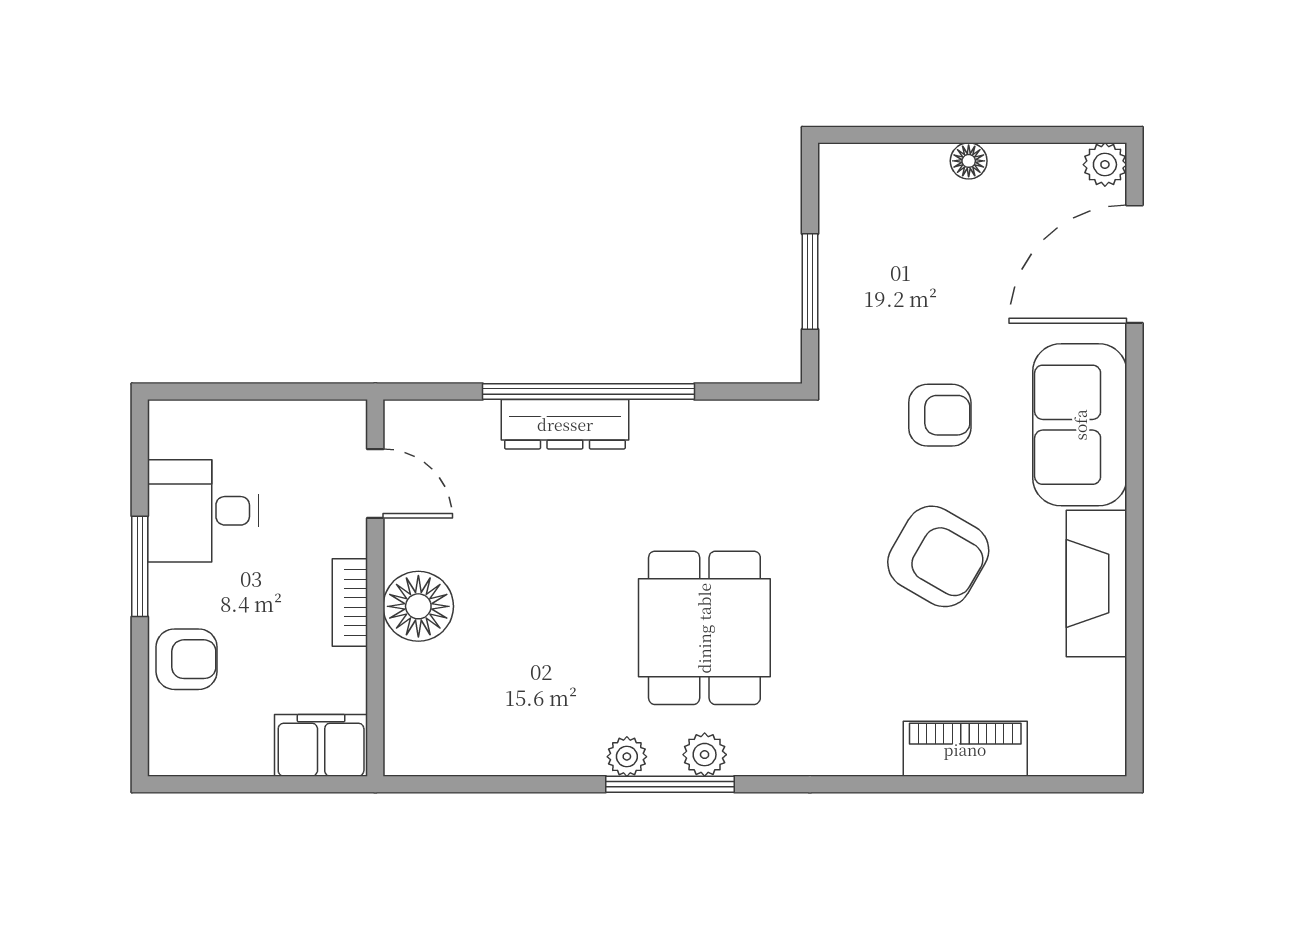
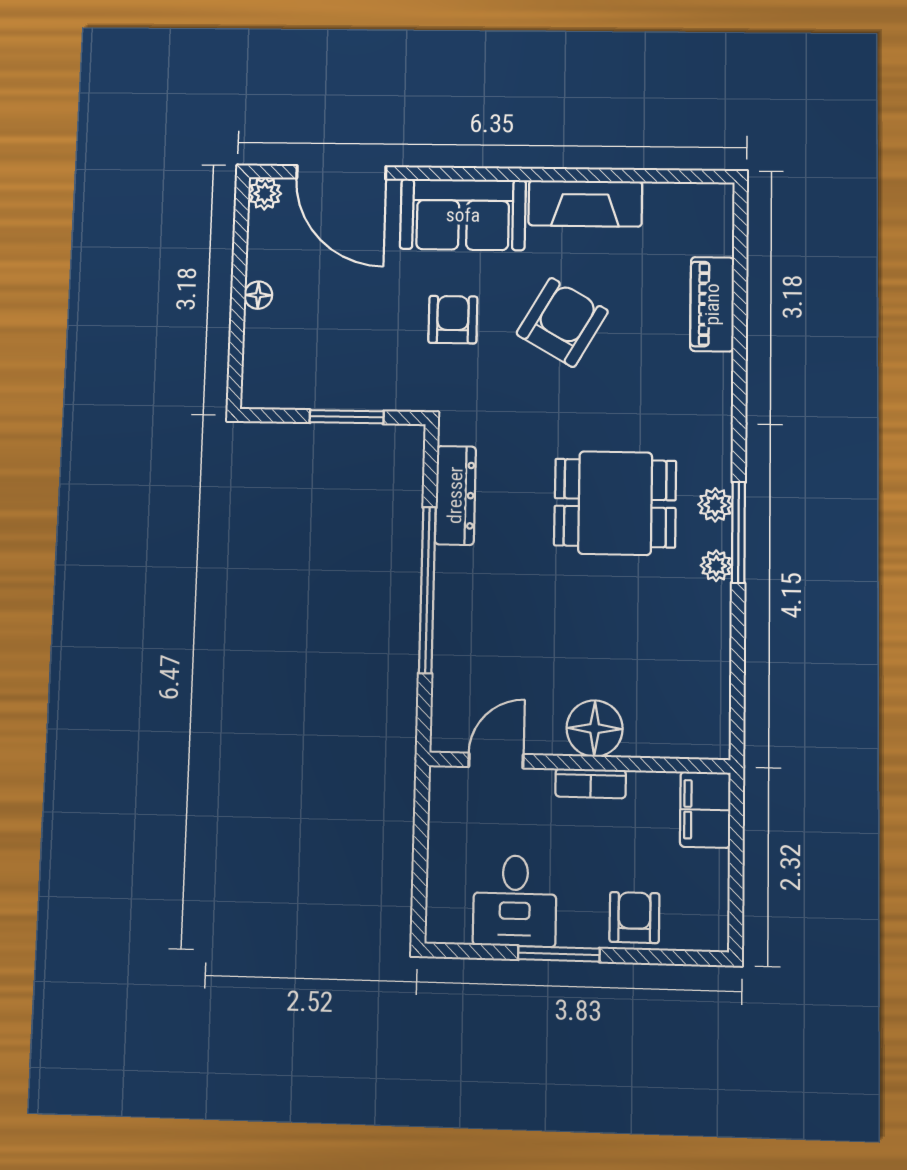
dresser: (565, 424) -> (455, 495), moved

